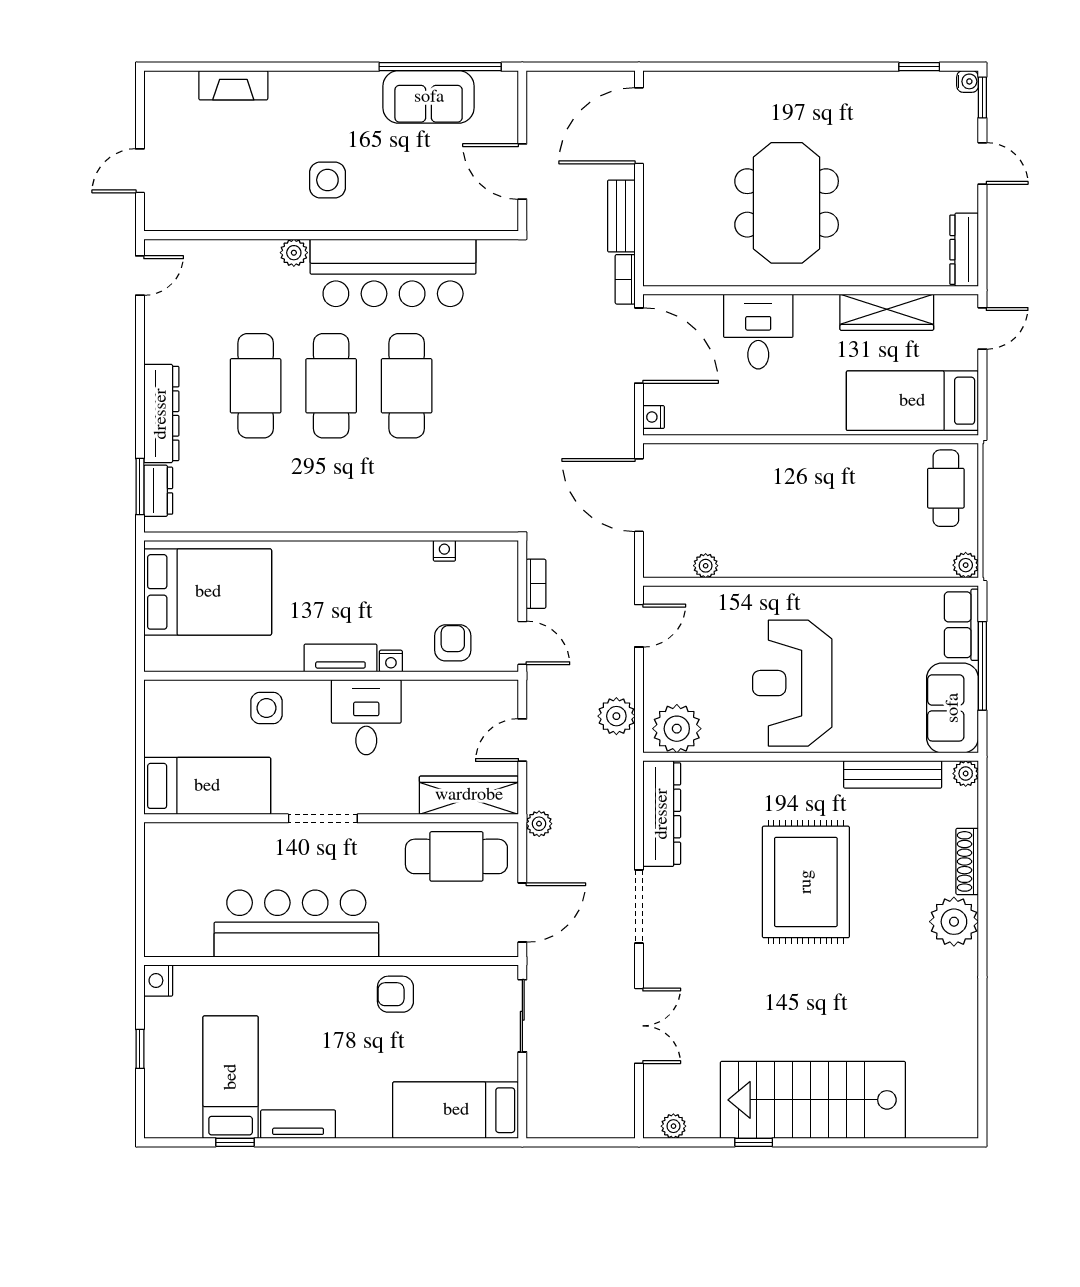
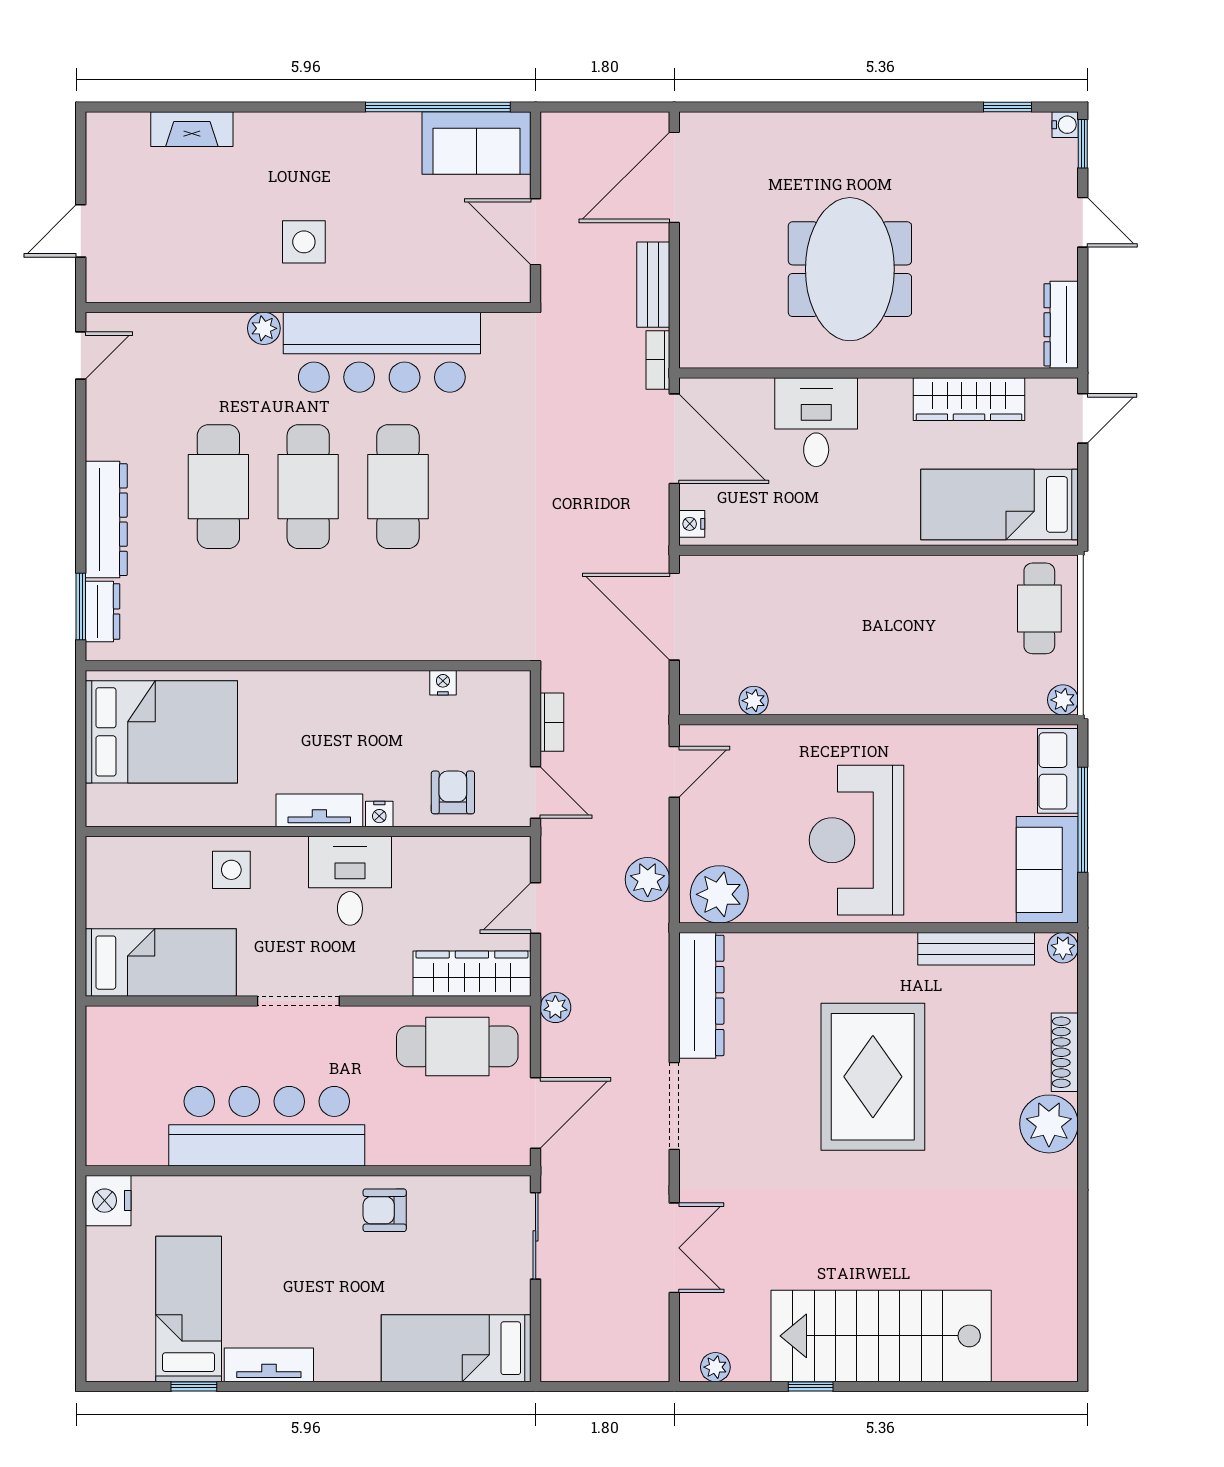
sofa: (429, 97) -> (476, 143), moved
nightstand: (158, 980) -> (108, 1201), width x1.36, depth x1.33
window: (140, 1049) -> (81, 1275), removed

